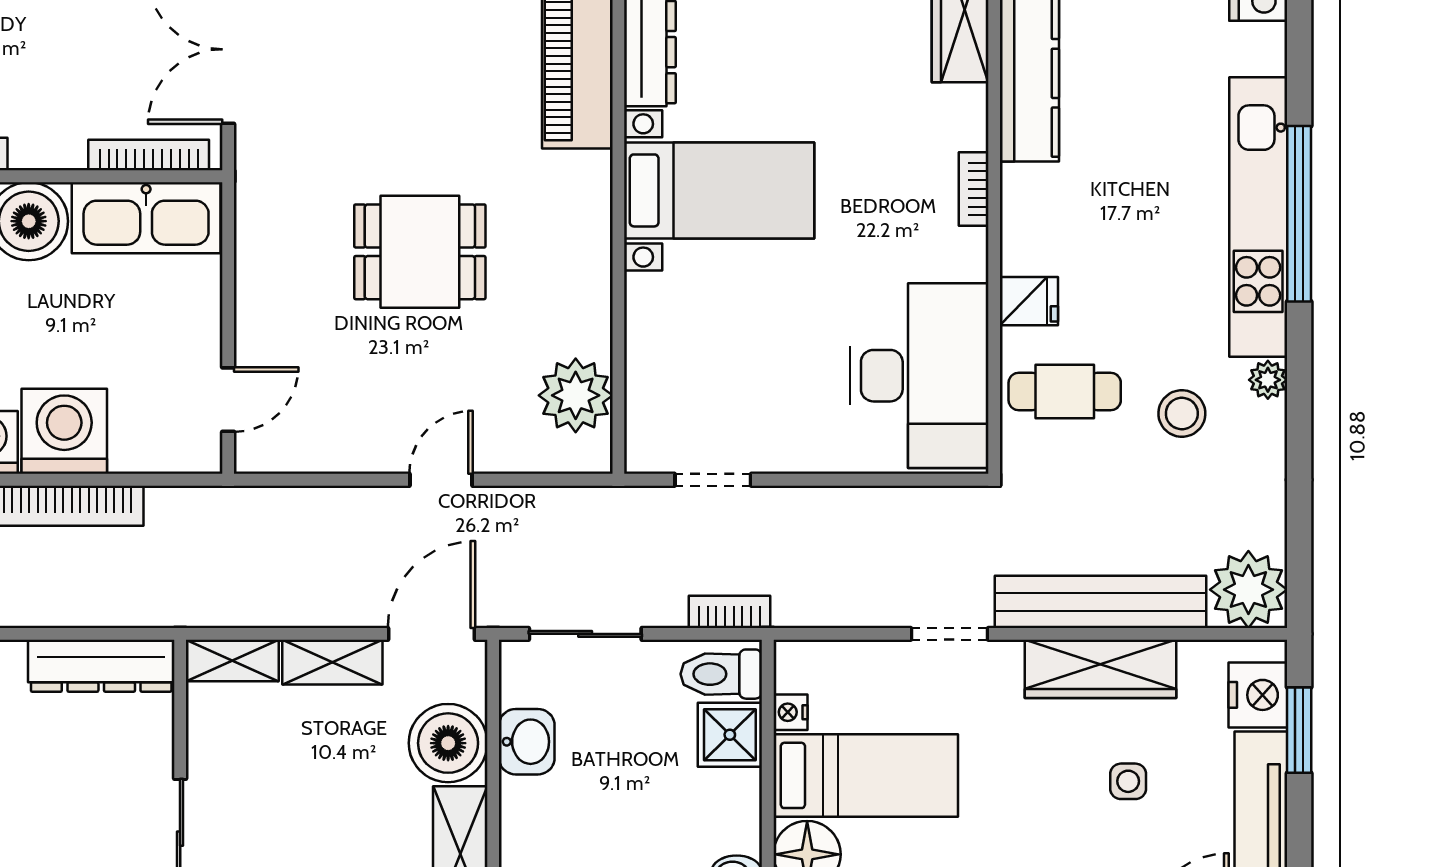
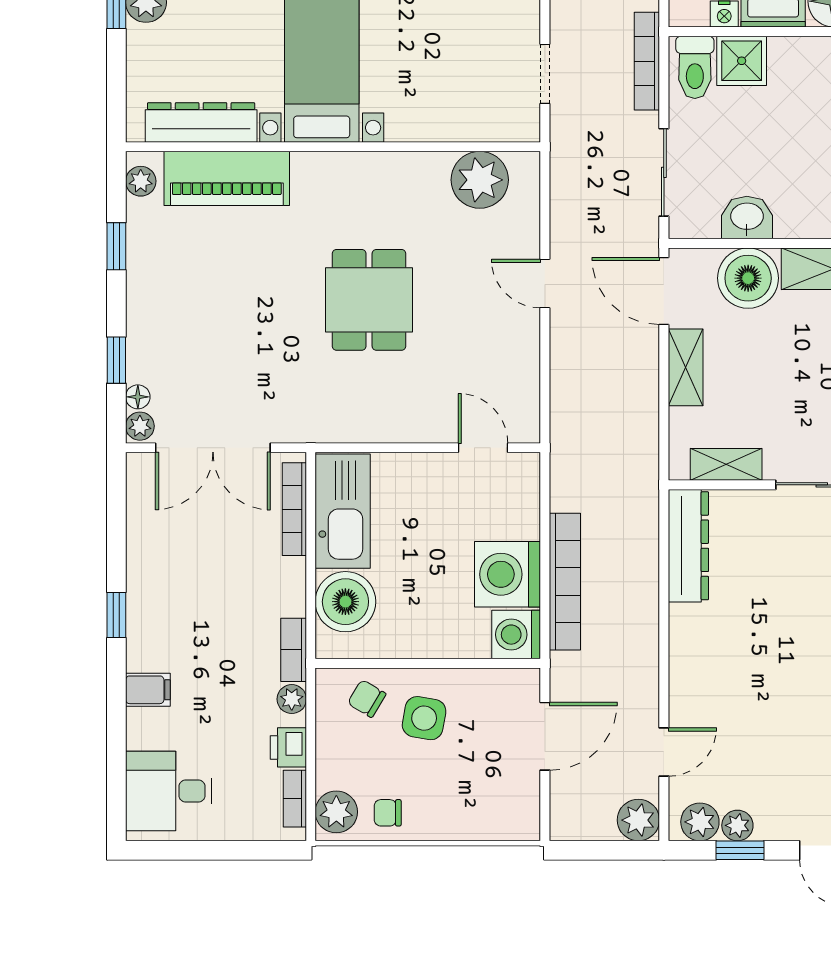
bookcase: (729, 612) -> (647, 61), width x1.56
shelving: (232, 661) -> (726, 464), moved, turned 90

